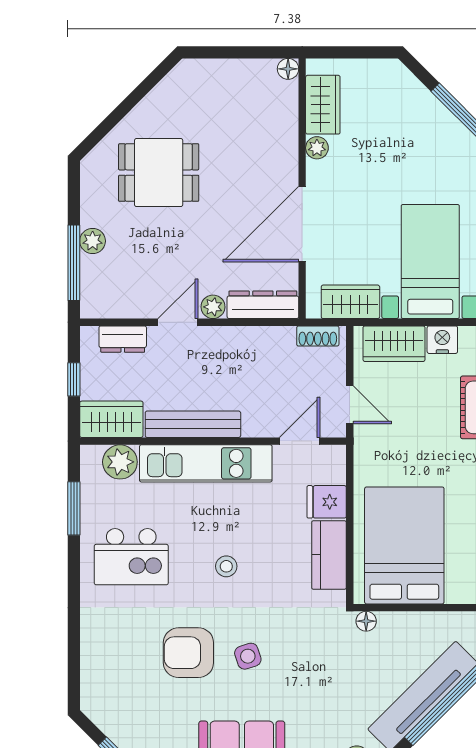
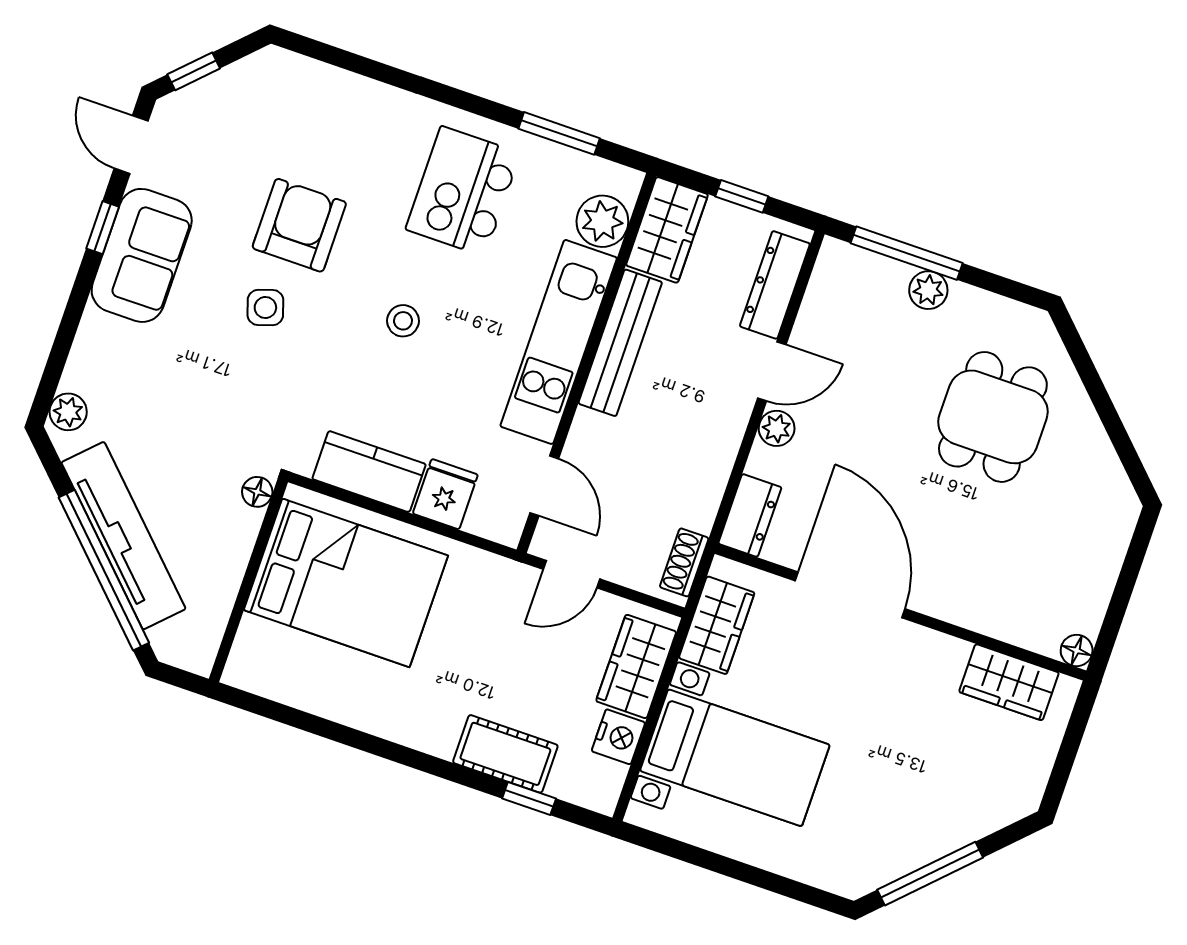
plant: (317, 148) -> (951, 653), removed
dresser: (263, 305) -> (750, 515), width x0.70
door: (178, 322) -> (772, 371), hinge flipped
dresser: (123, 339) -> (775, 285), width x1.44

